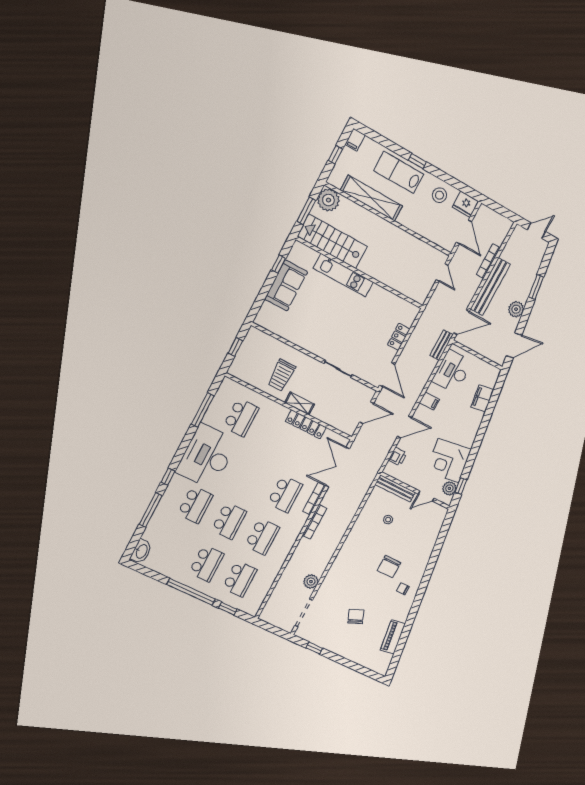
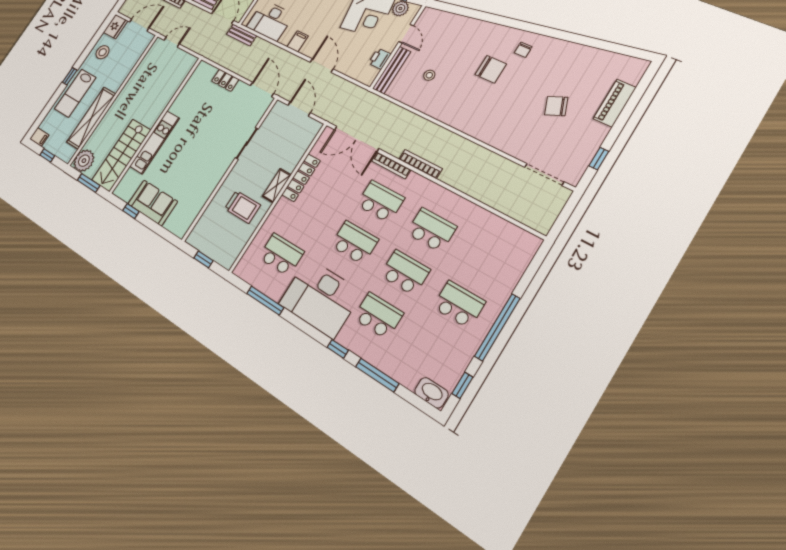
door: (387, 375) -> (262, 89), hinge flipped
printer: (398, 457) -> (380, 59), moved, turned -90
school desk: (240, 579) -> (354, 242), moved
plant: (311, 582) -> (500, 166), removed
window: (228, 609) -> (462, 385), moved
piano: (393, 637) -> (615, 103), moved, turned 99

